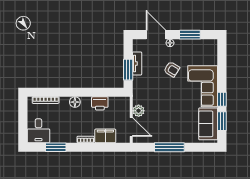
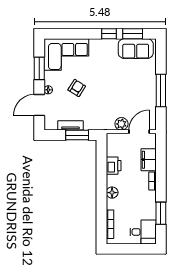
corner sofa: (203, 86) -> (66, 54), moved

